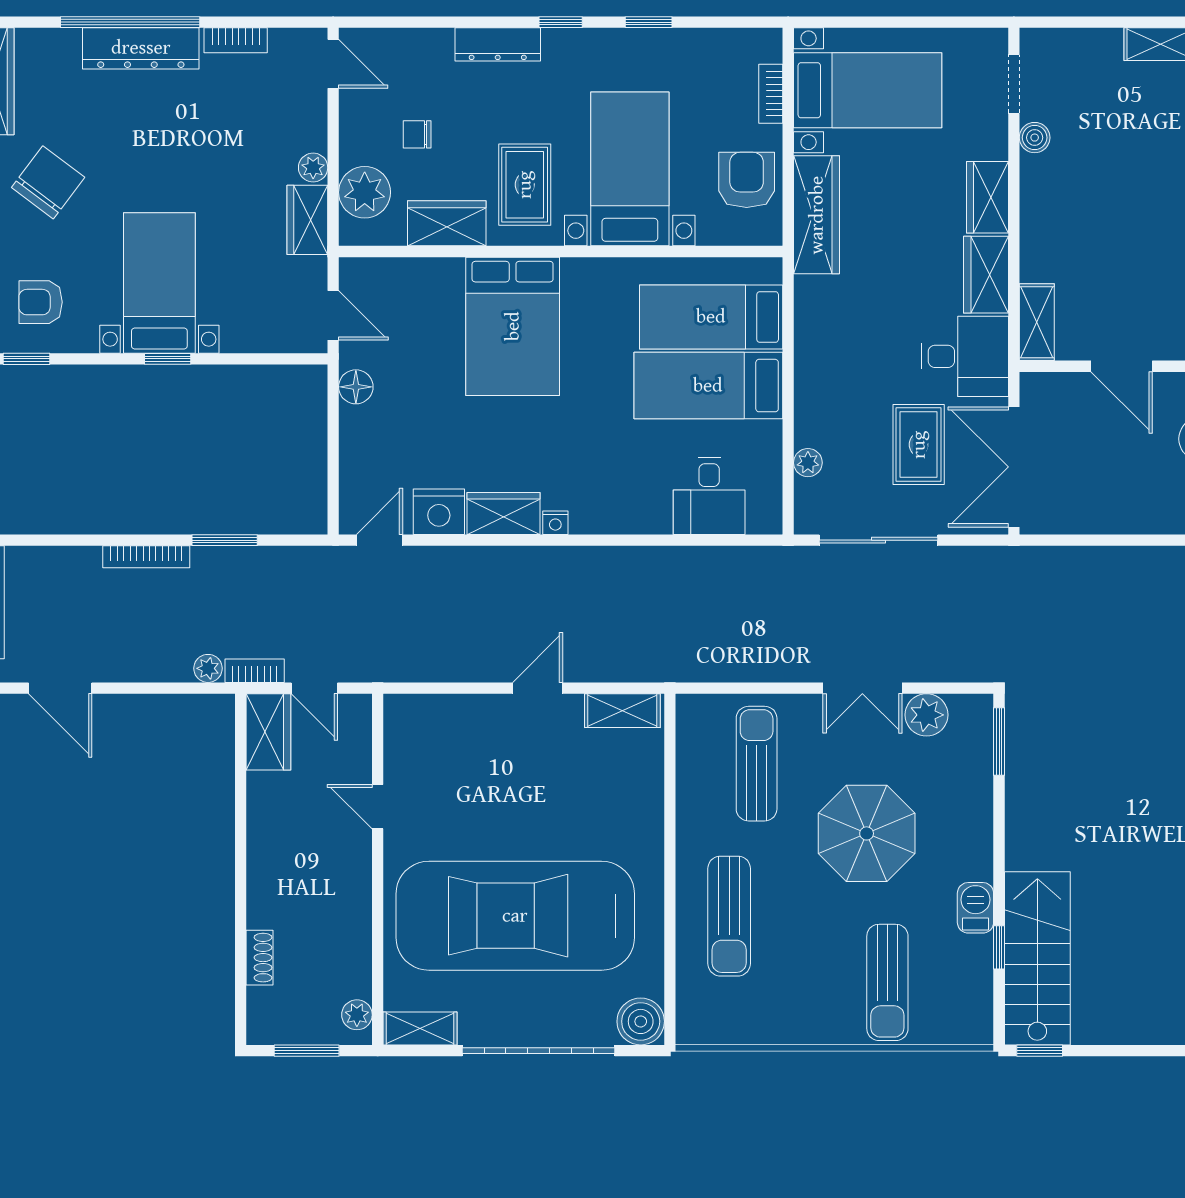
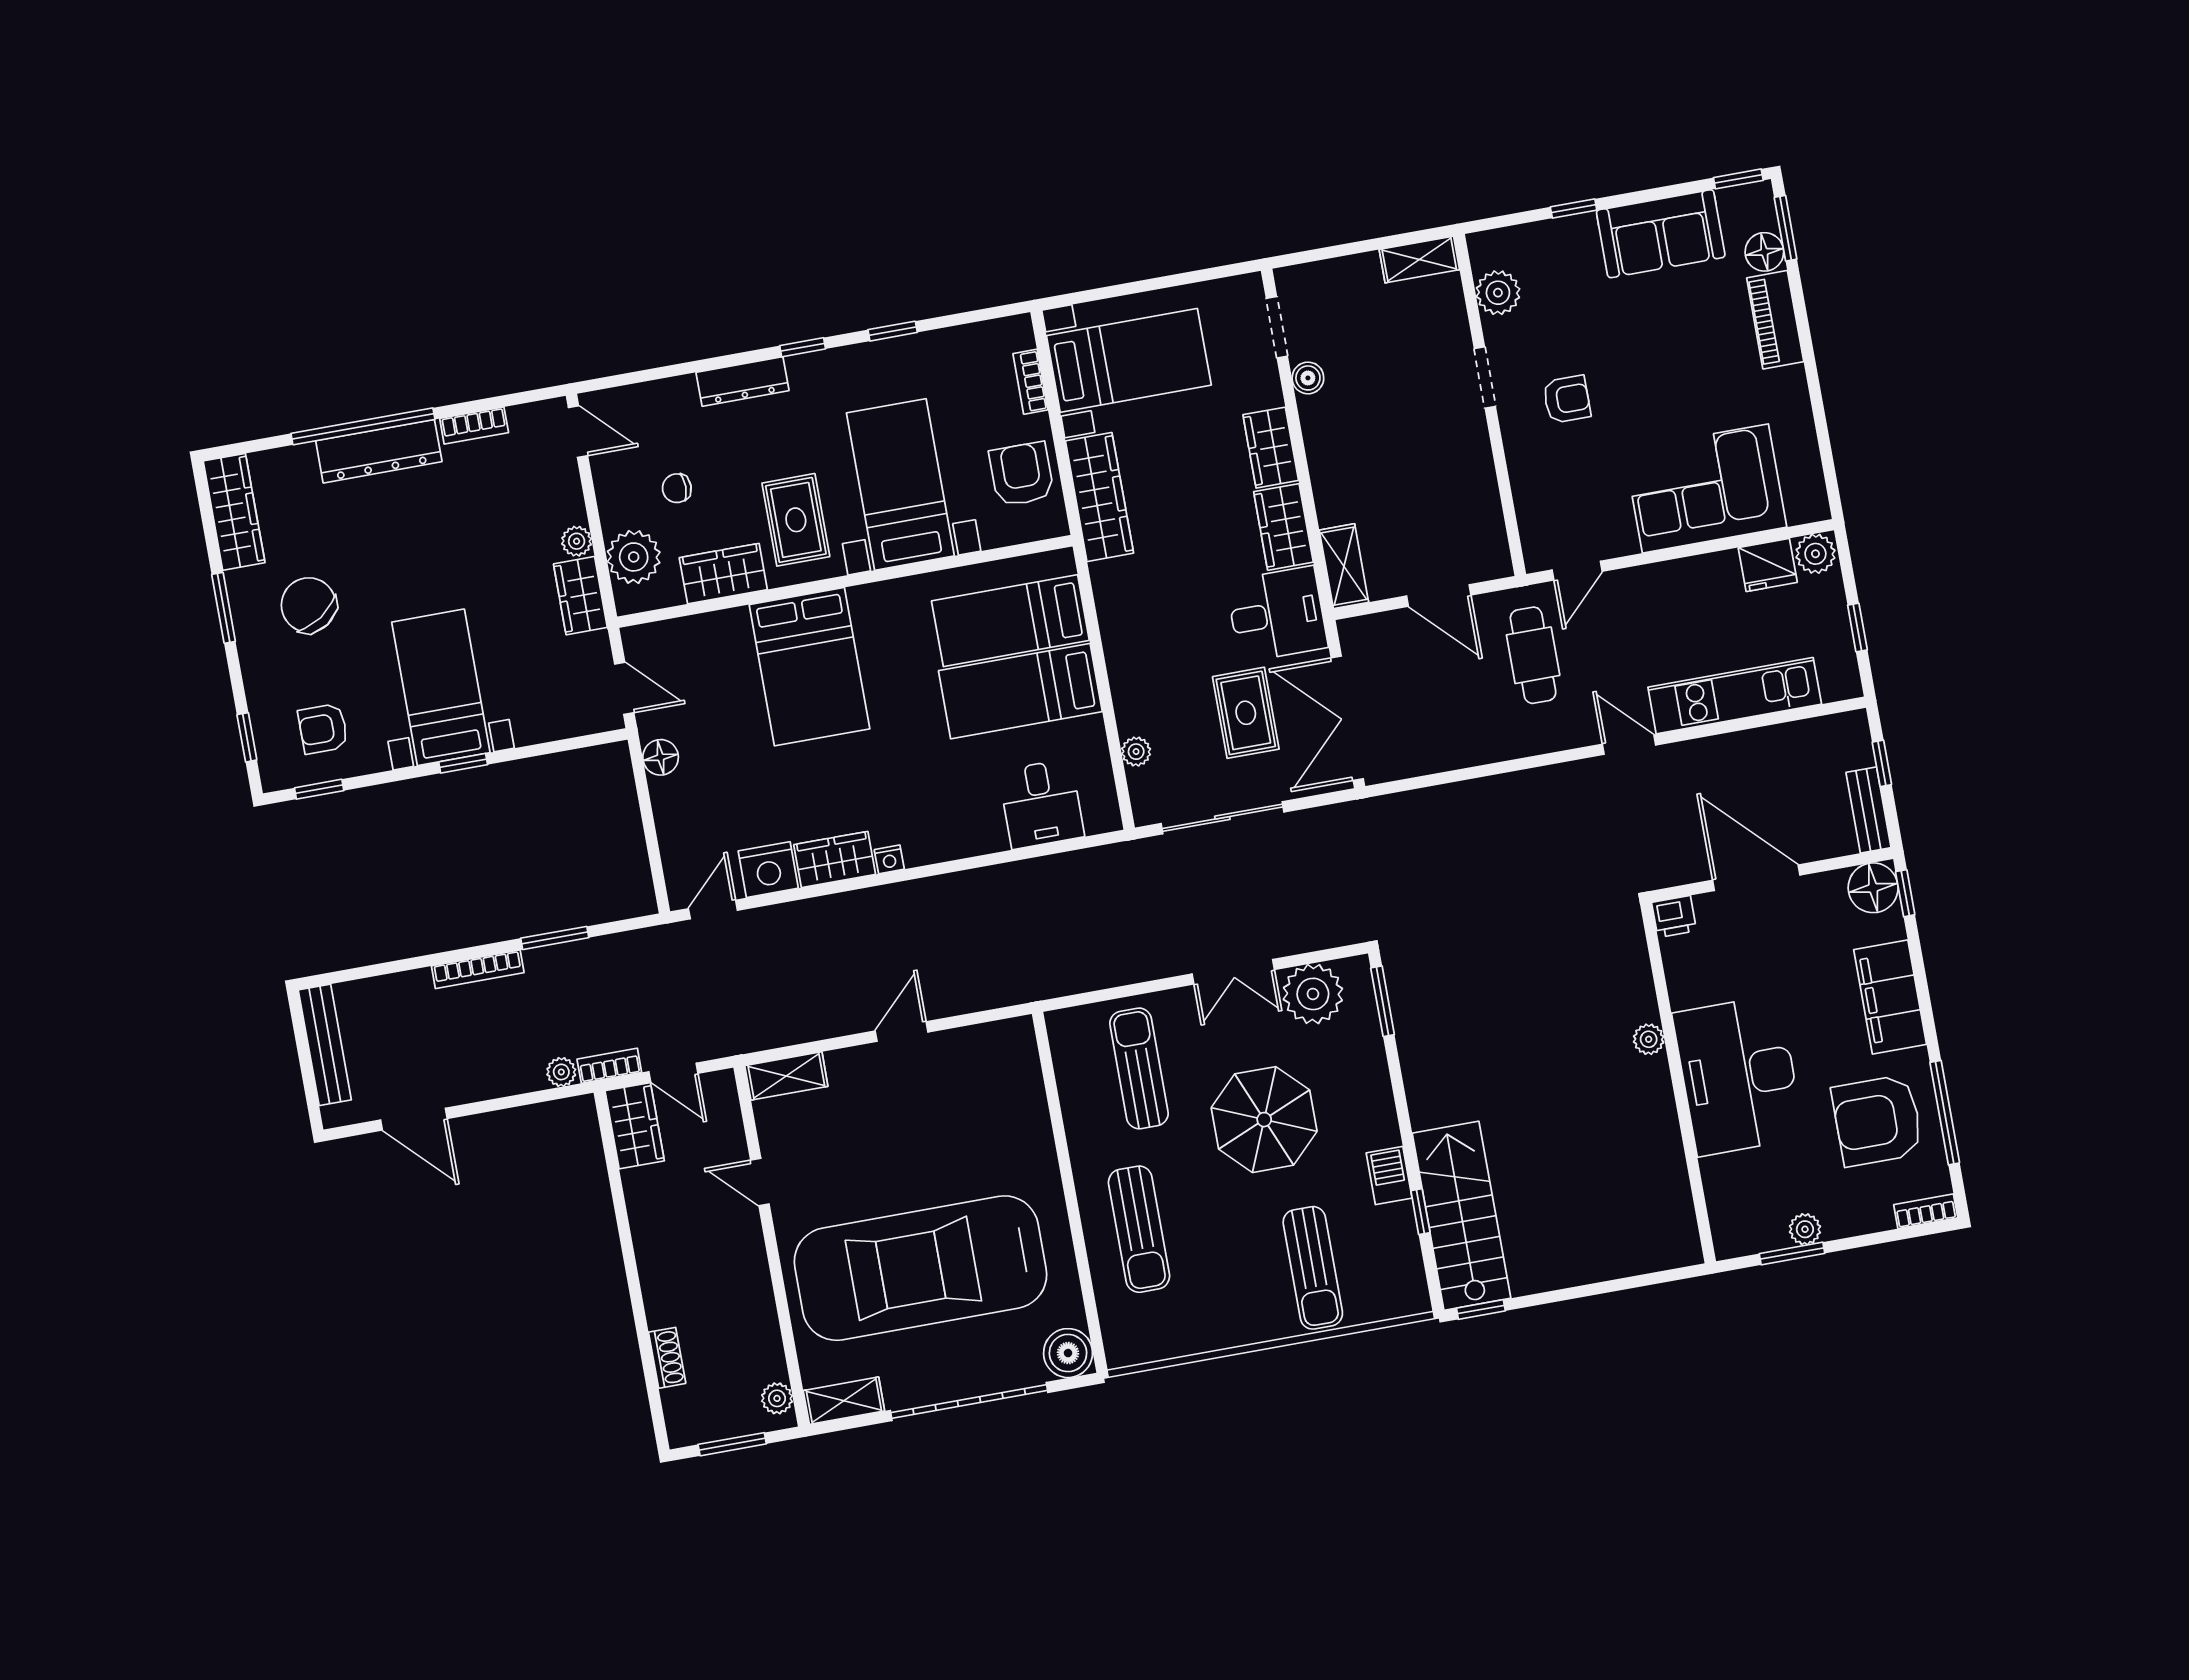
chair: (48, 182) -> (309, 605), turned -71
shelving: (622, 711) -> (786, 1076), moved
plant: (926, 715) -> (1313, 994), width x1.36, depth x1.36

